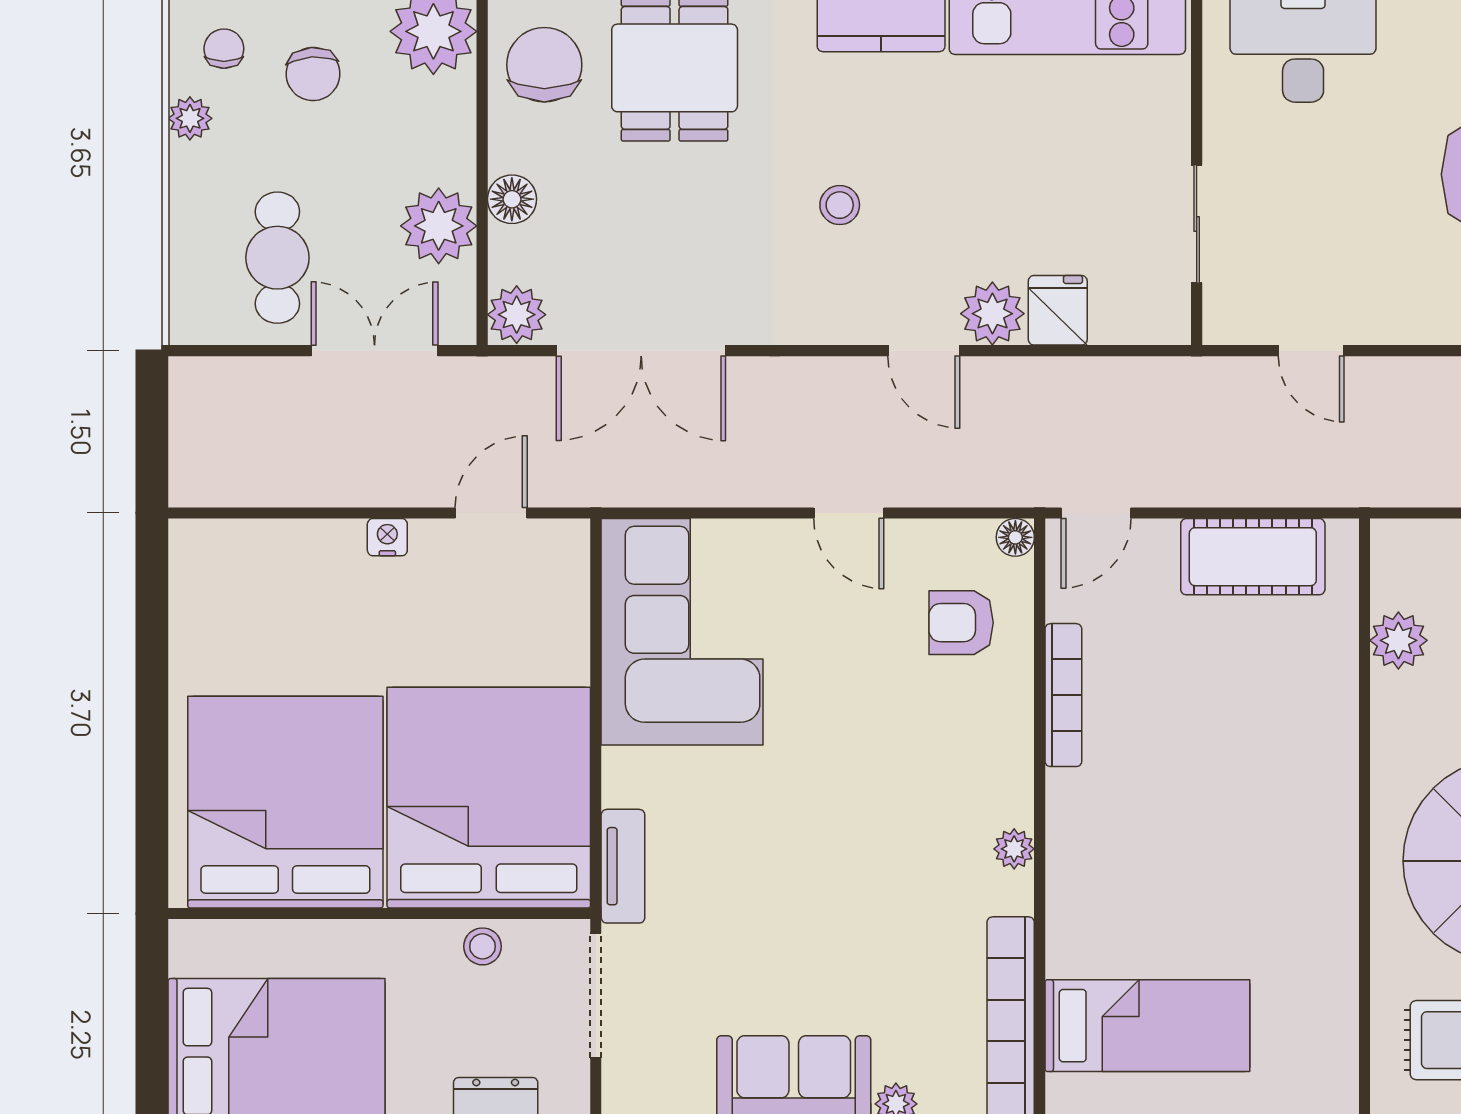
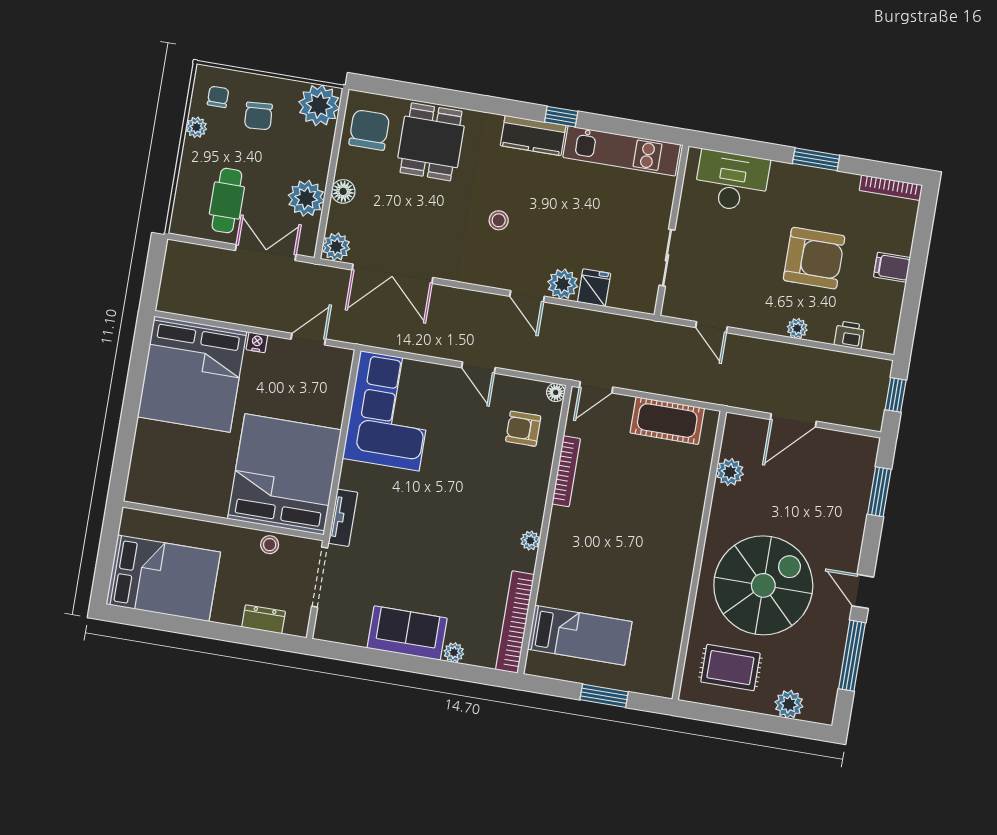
bed: (285, 802) -> (192, 374), moved, turned 180

